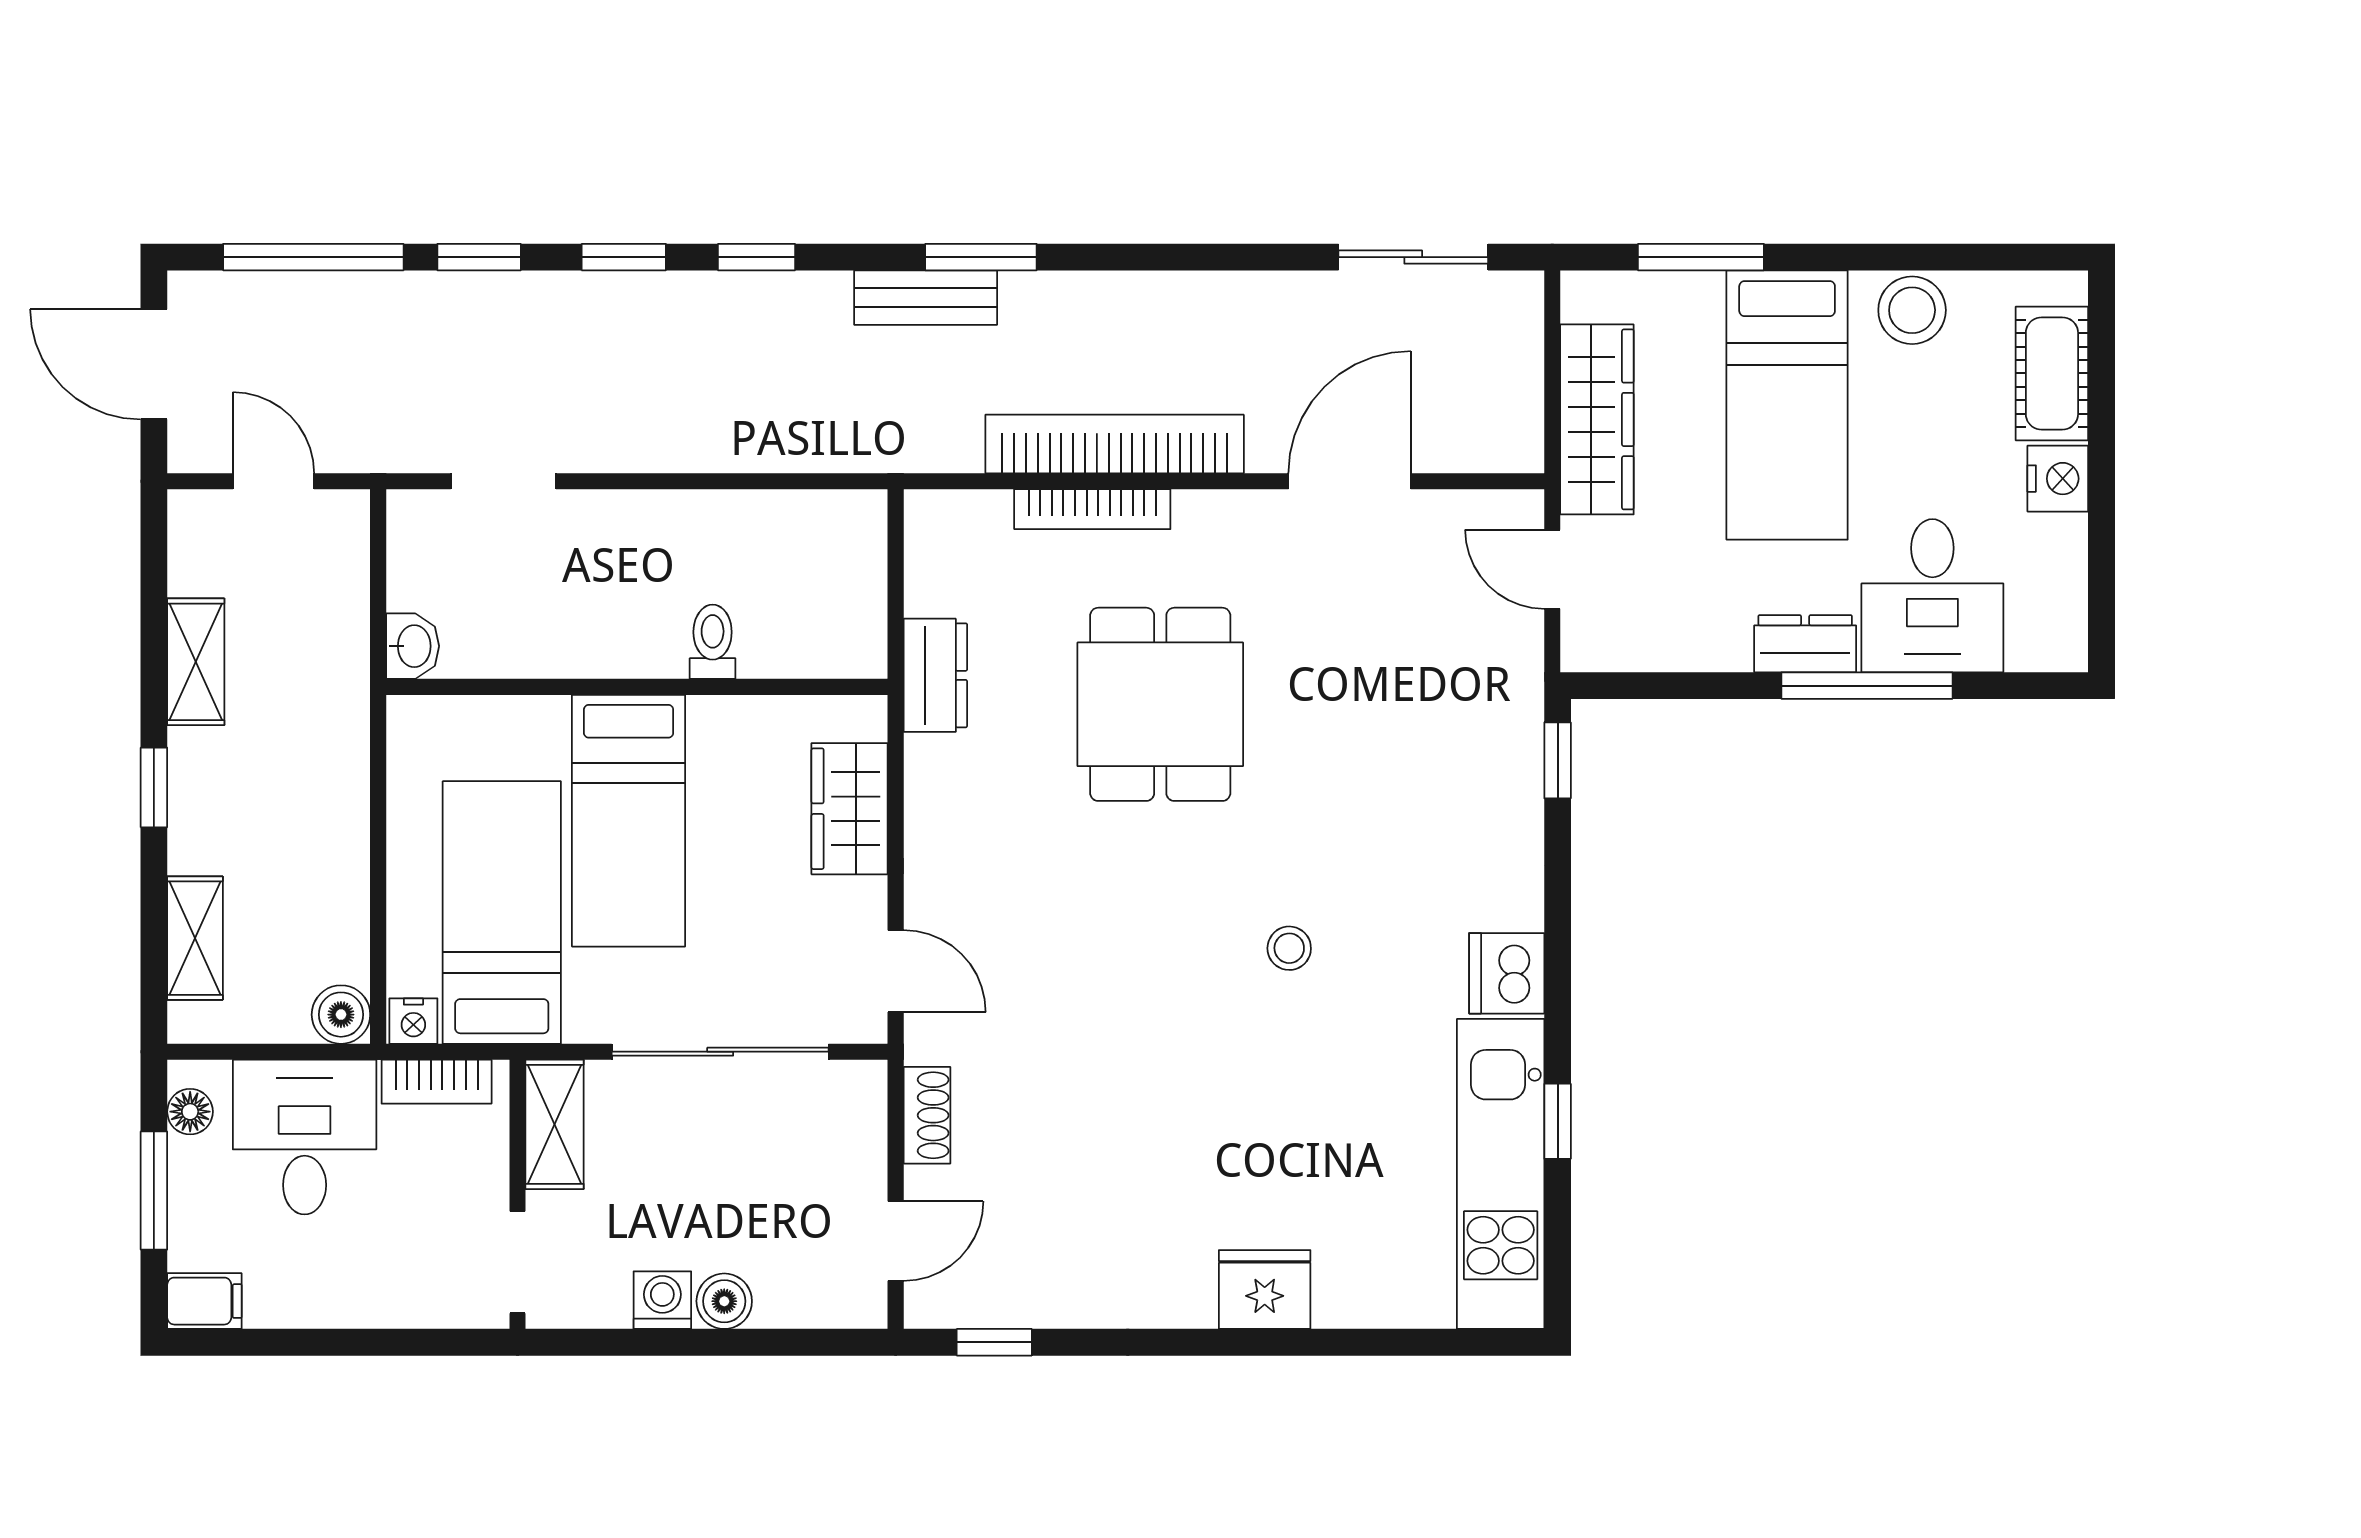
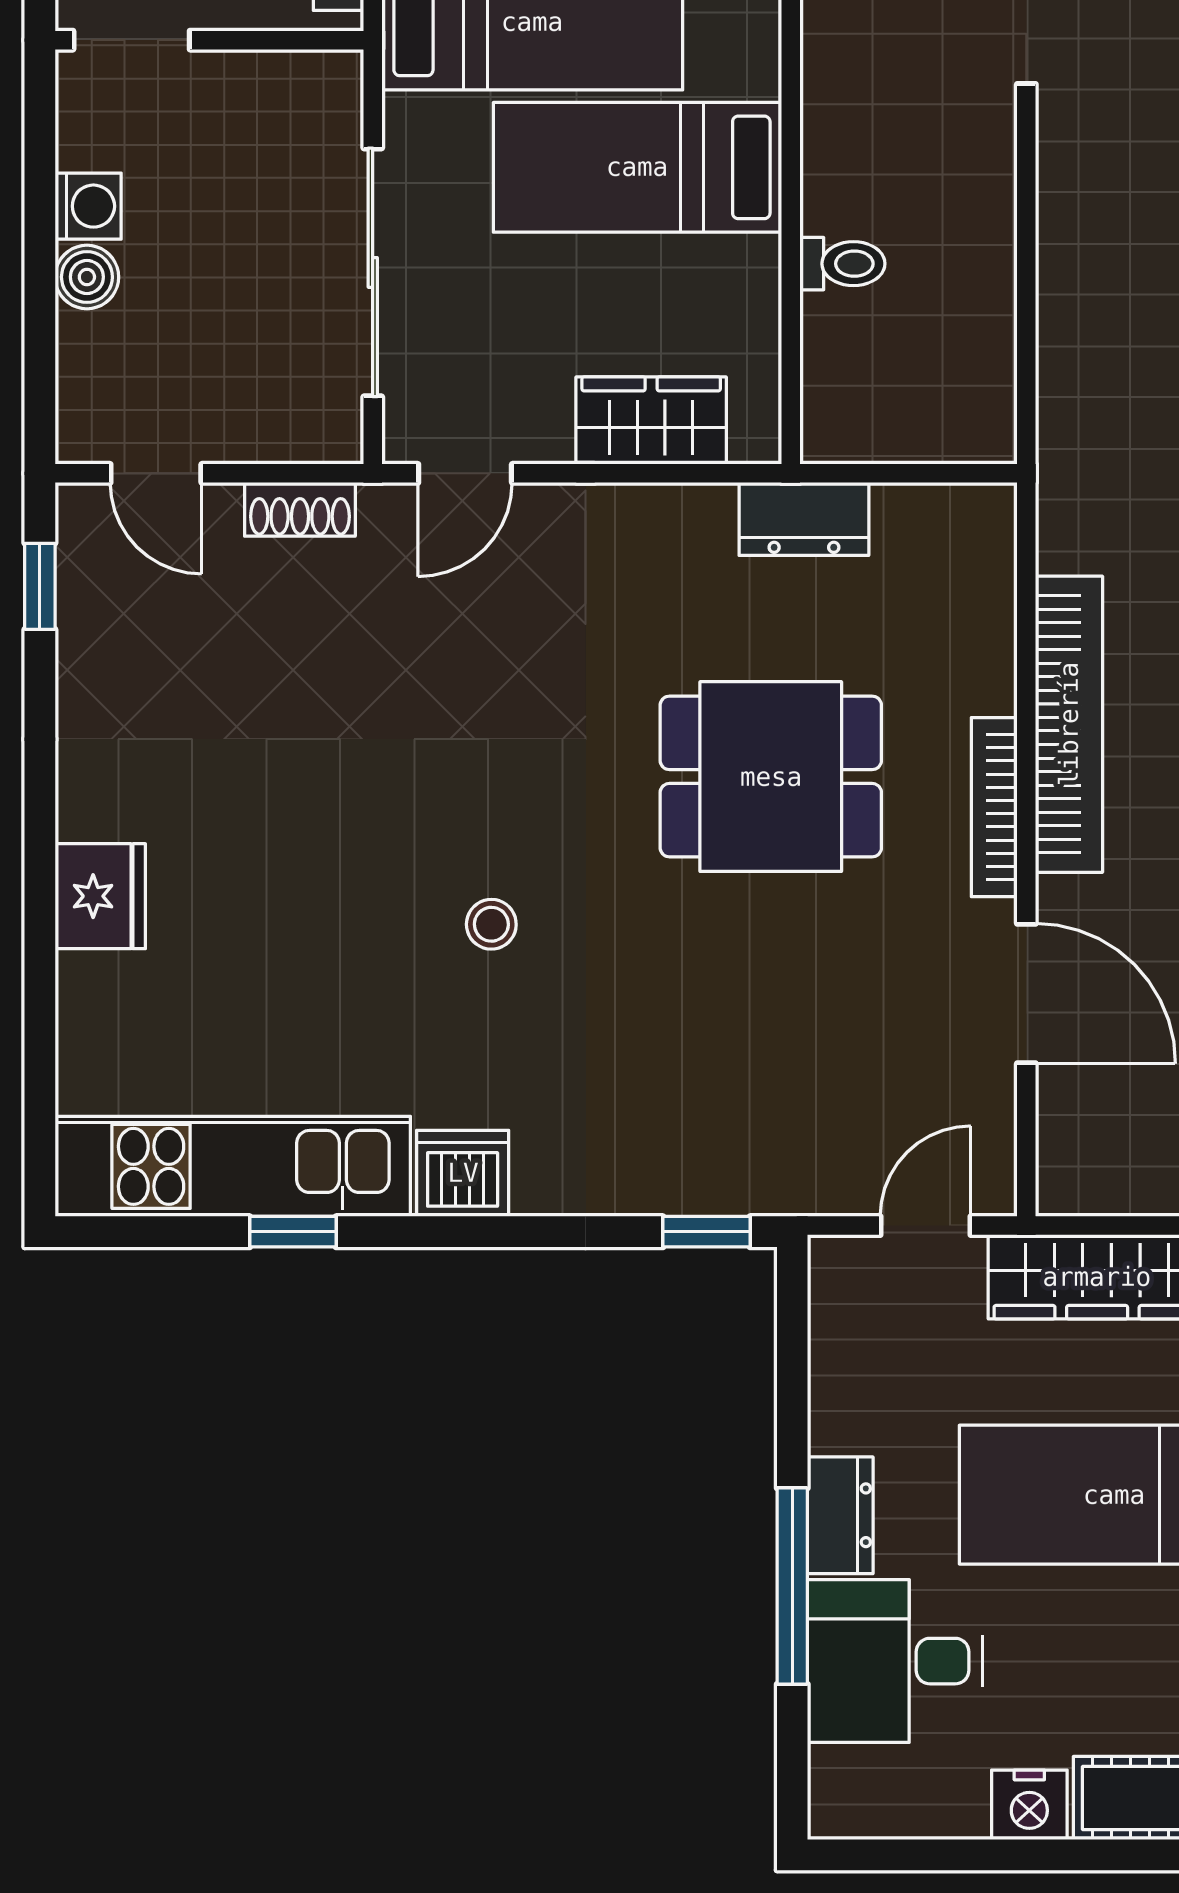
bookcase: (1092, 509) -> (994, 807), moved
shelving: (555, 1124) -> (290, 83), removed

